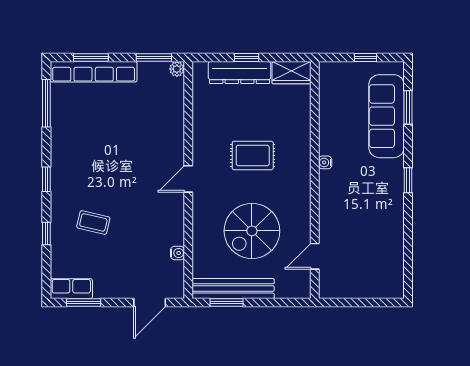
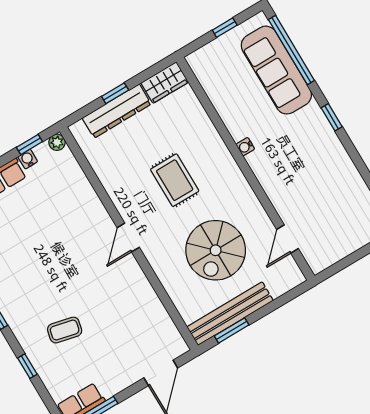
window: (154, 58) -> (29, 144), width x0.67
window: (408, 107) -> (291, 50), width x2.11
rug: (253, 155) -> (175, 180), turned 90
water cooler: (177, 253) -> (28, 159), moved, turned -90

